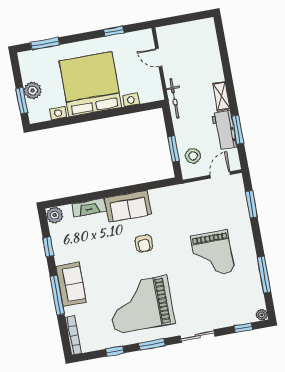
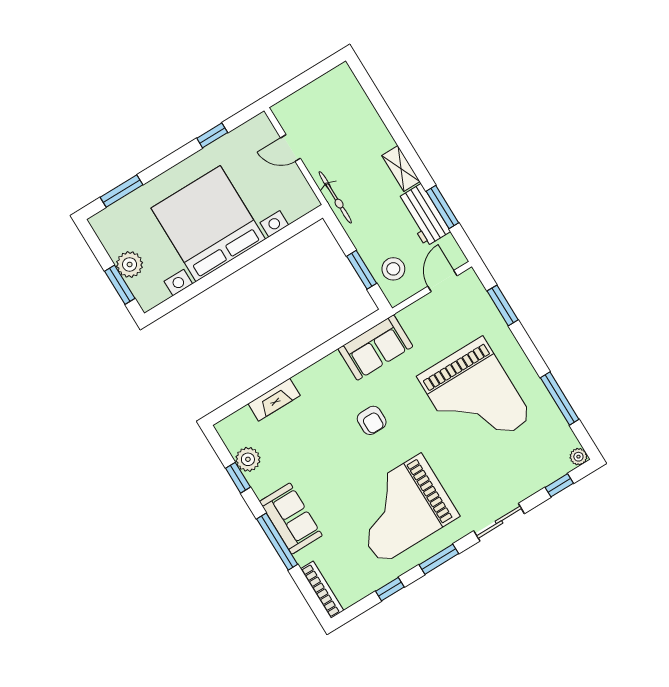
sofa: (128, 206) -> (375, 348), moved
plant: (55, 215) -> (248, 459), moved
grand piano: (212, 254) -> (475, 397), width x1.37, depth x1.48

